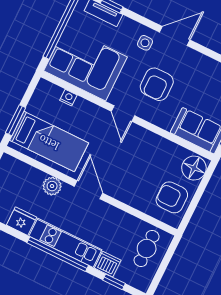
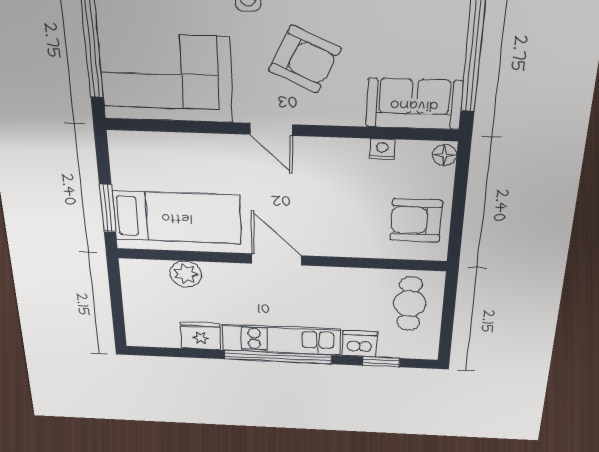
armchair: (157, 84) -> (305, 59), turned -65
nightstand: (68, 98) -> (382, 149), moved
floor lamp: (194, 168) -> (445, 155), width x0.53, depth x0.53
plant: (52, 186) -> (186, 274), moved

